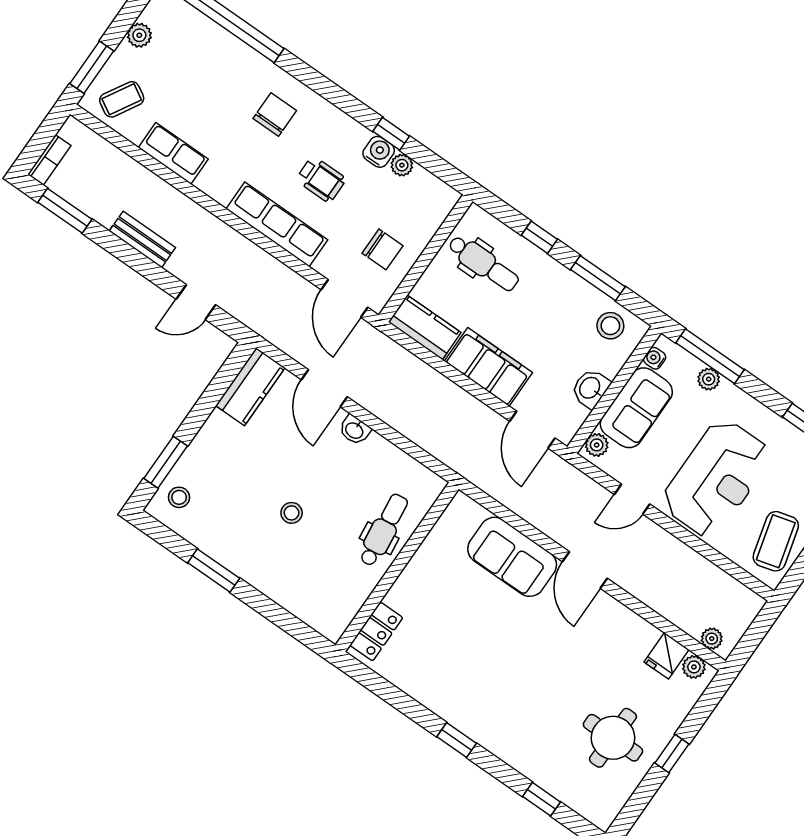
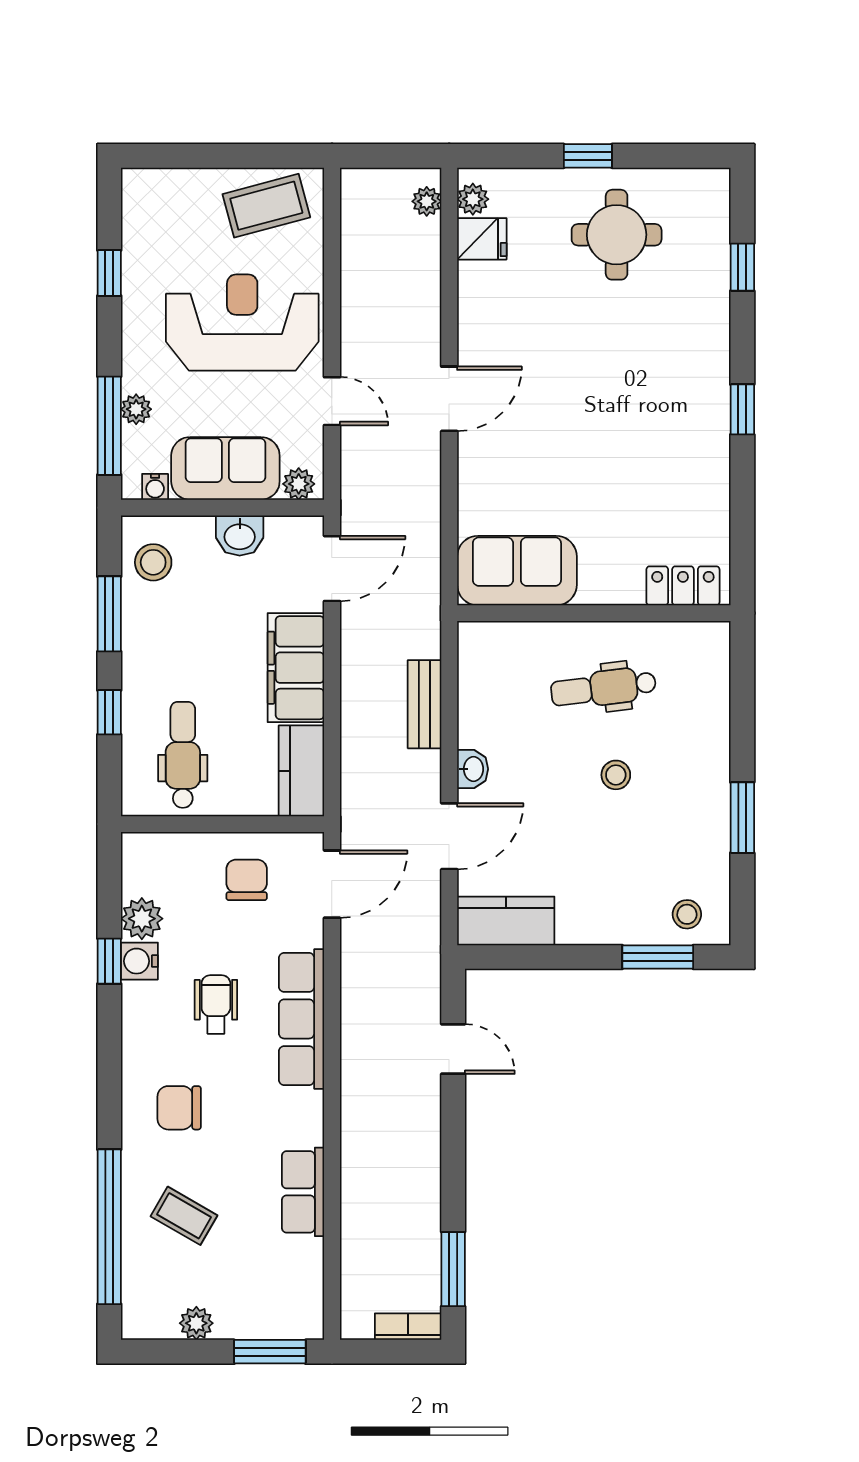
coffee table: (122, 99) -> (184, 1216), moved
plant: (402, 165) -> (142, 919), width x1.38, depth x1.38
bench: (142, 239) -> (425, 704), moved
dental chair: (384, 530) -> (603, 688), moved
sofa: (512, 557) -> (517, 571), moved, turned -90

